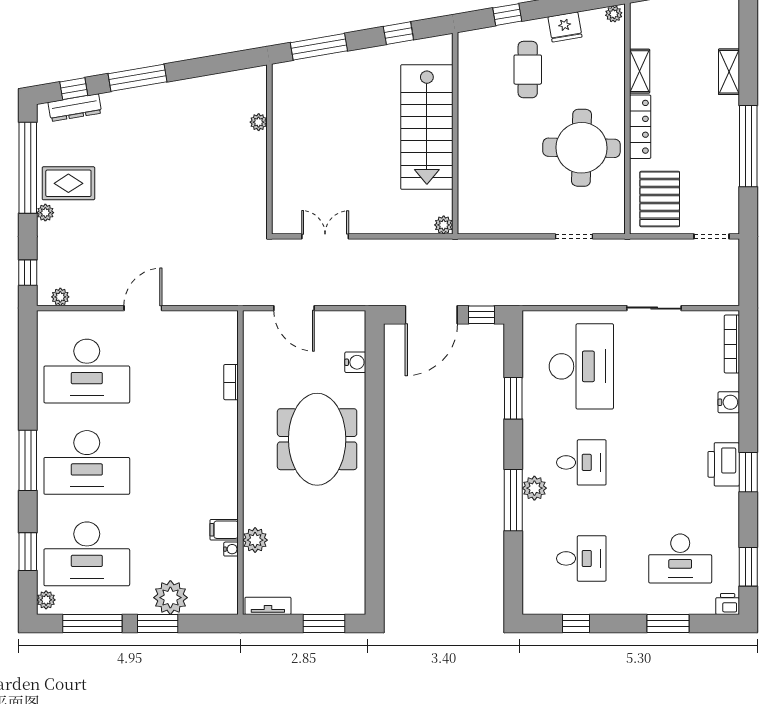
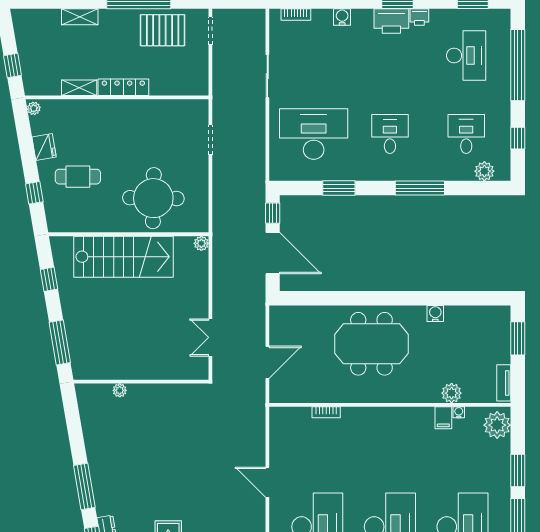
round table: (582, 148) -> (153, 198), moved
pallet: (660, 199) -> (163, 30), moved
bookcase: (732, 344) -> (296, 14), width x0.64
water cooler: (355, 362) -> (435, 314), moved
plant: (534, 488) -> (484, 171), moved
plant: (170, 598) -> (497, 425), moved
printer: (728, 604) -> (419, 17), moved, turned -90
window: (668, 624) -> (518, 65), width x2.11

